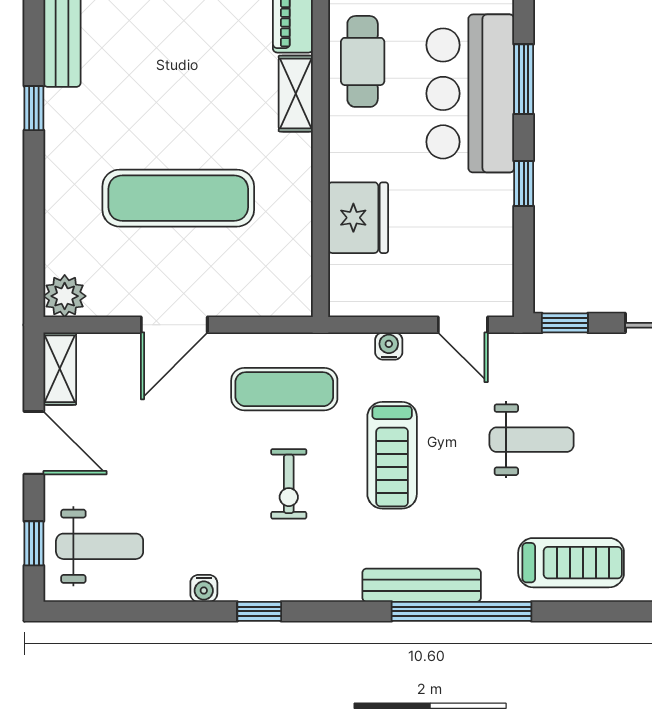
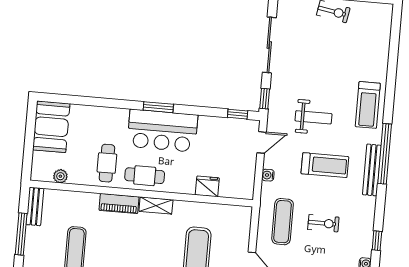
window: (524, 183) -> (238, 114), moved
fridge: (358, 218) -> (207, 186), width x0.73, depth x0.75
weight bench: (532, 440) -> (313, 117), turned 90
treadmill: (392, 455) -> (325, 165), moved
treadmill: (571, 563) -> (368, 105), turned 180

